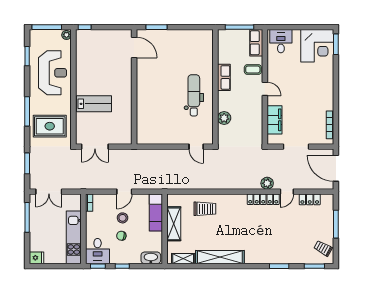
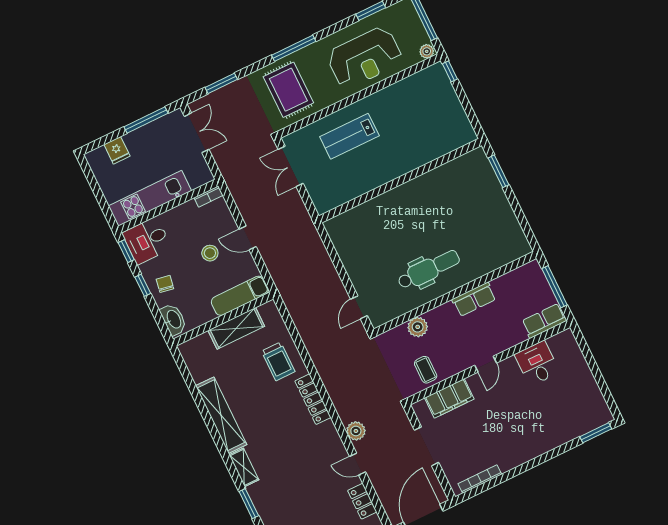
desk: (281, 41) -> (537, 363), moved, turned -90
corner desk: (317, 46) -> (581, 408), removed
door: (134, 47) -> (455, 154), removed
coffee table: (253, 70) -> (426, 370), moved
lab bench: (94, 104) -> (349, 136), turned 90
double door: (49, 192) -> (197, 133), swing flipped
locker: (263, 199) -> (313, 399), moved
chair: (121, 236) -> (165, 284), moved
fridge: (37, 258) -> (117, 150), moved
shelving: (183, 259) -> (244, 467), moved

